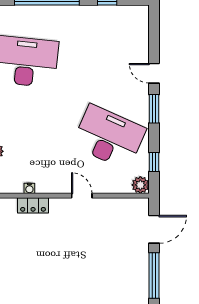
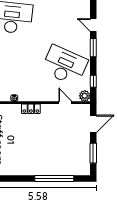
door: (82, 196) -> (65, 103), moved
locker: (33, 205) -> (31, 109), moved
window: (154, 276) -> (93, 153), width x0.69

